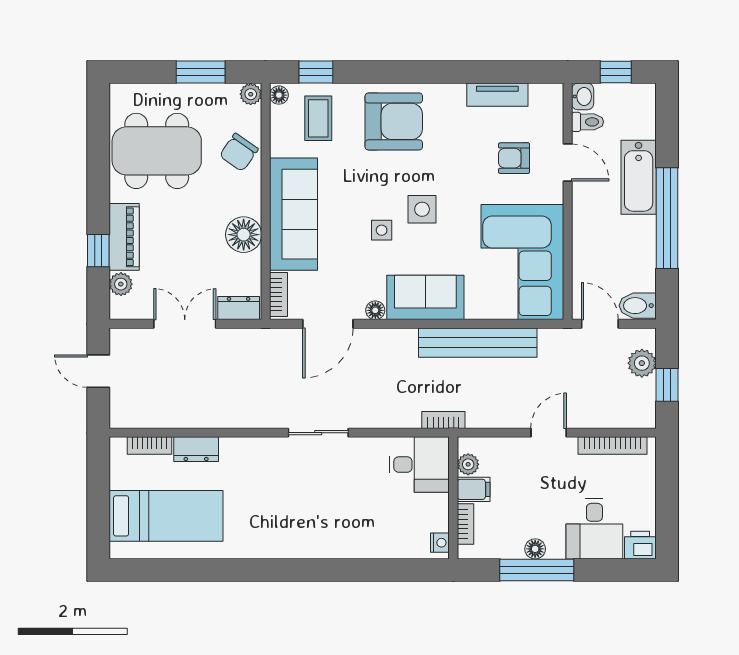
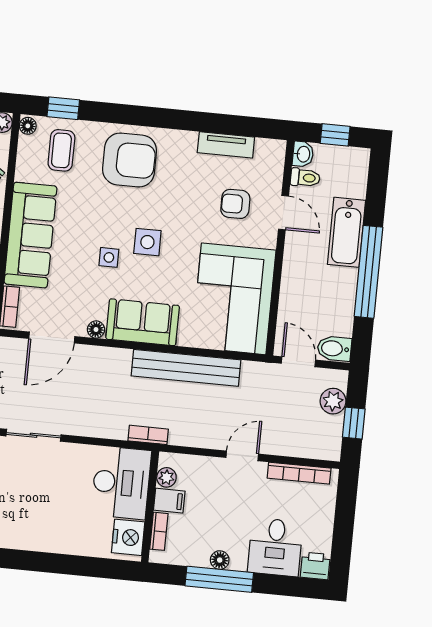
desk: (419, 465) -> (121, 483), width x1.37
nightstand: (440, 543) -> (128, 537), width x1.89, depth x1.79

